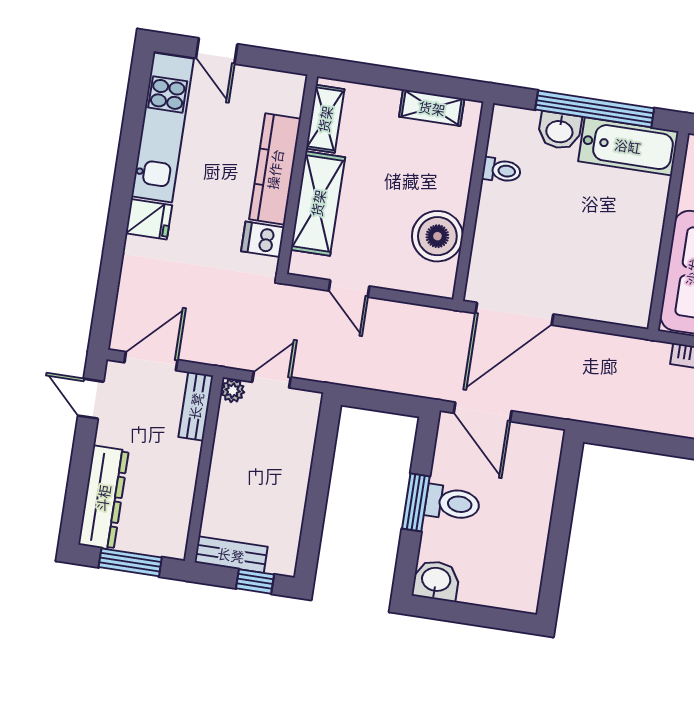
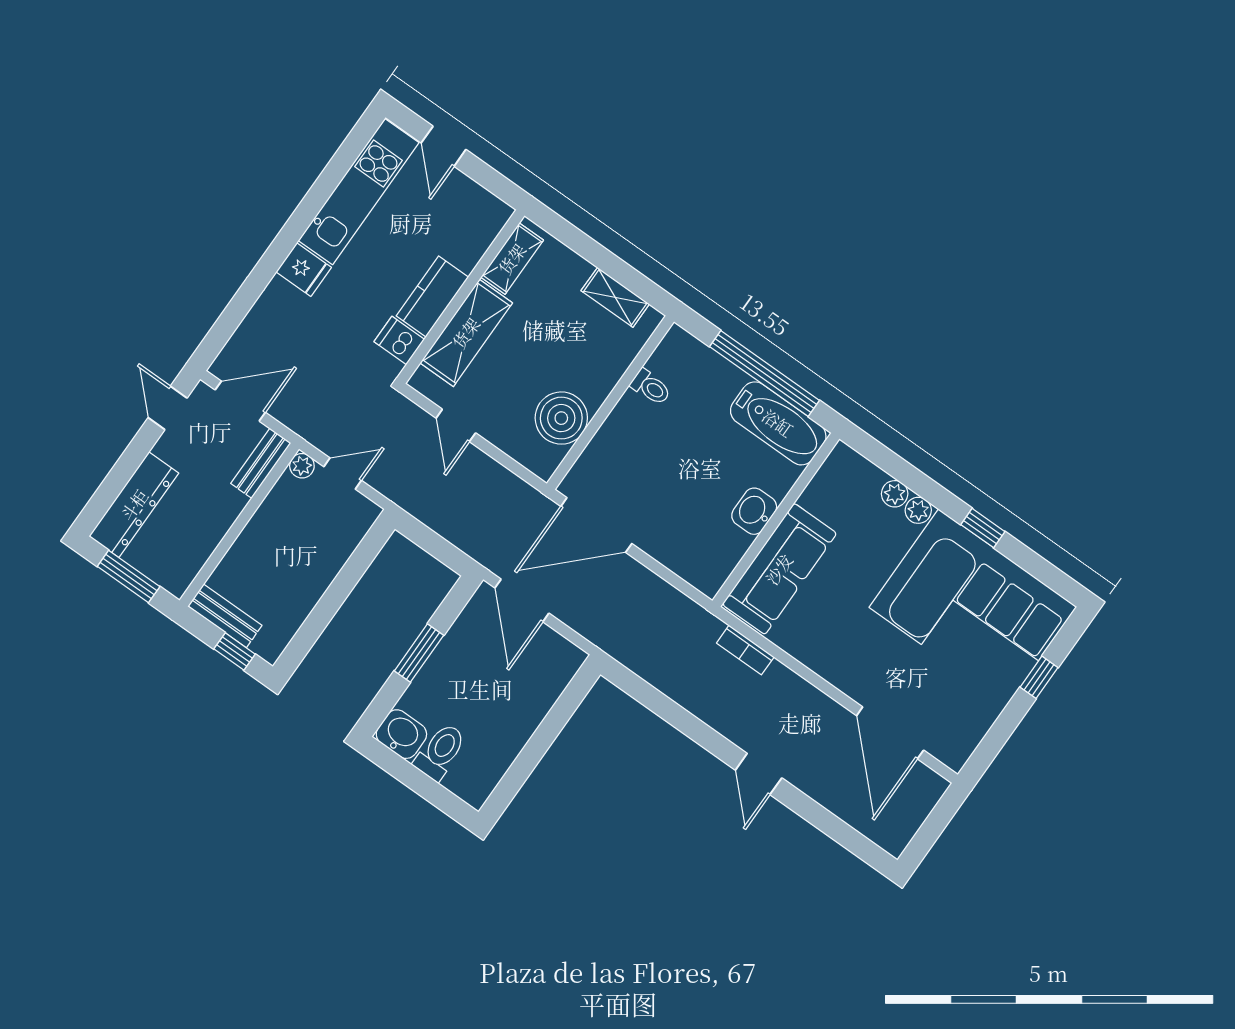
washbasin: (560, 131) -> (754, 511), moved, turned 90
kitchen counter: (275, 169) -> (432, 297), width x0.67
toilet: (452, 503) -> (440, 752), moved, turned -90

